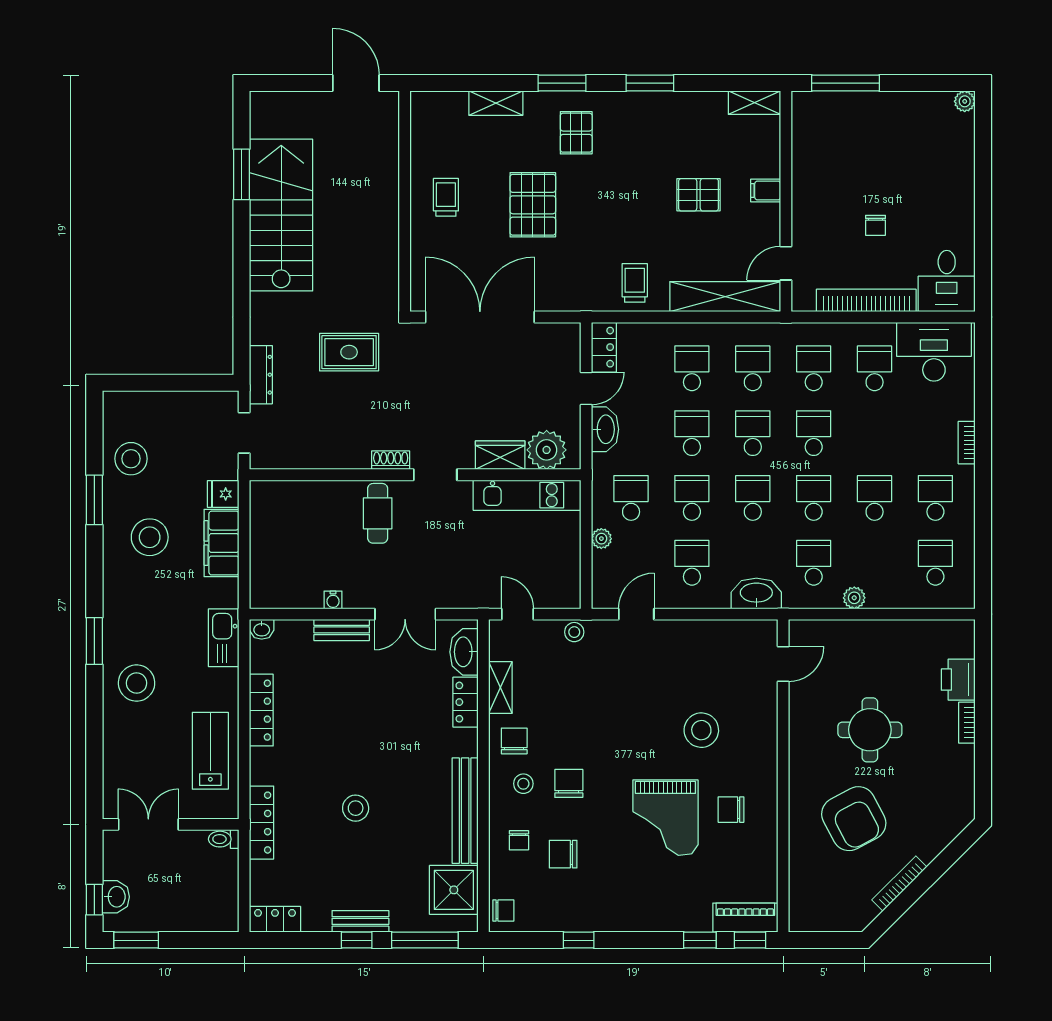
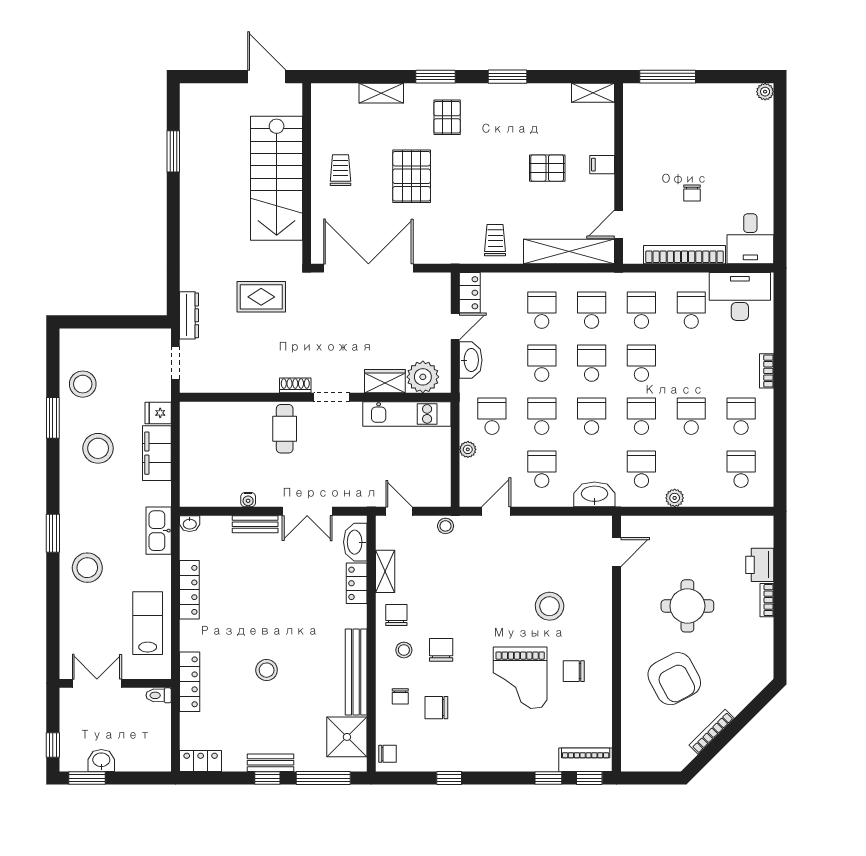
stairs: (281, 215) -> (277, 178), moved, turned 180
washbasin: (116, 897) -> (101, 760), moved, turned -90

